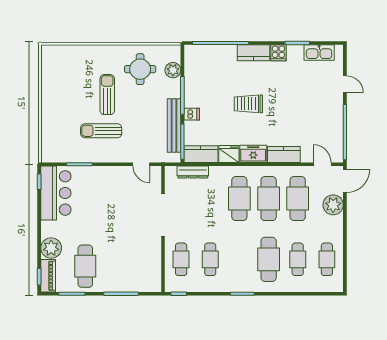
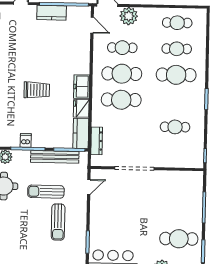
sun lounger: (107, 95) -> (46, 192), moved
trolley: (248, 104) -> (37, 90), turned -90
dishwasher: (192, 114) -> (26, 140), moved
kitchen counter: (284, 154) -> (52, 13), moved, turned -90
door: (322, 164) -> (92, 25), swing flipped
cafe table: (298, 199) -> (122, 48), width x0.73, depth x0.74
cafe table: (181, 259) -> (174, 153), removed

